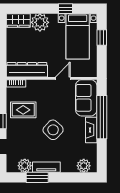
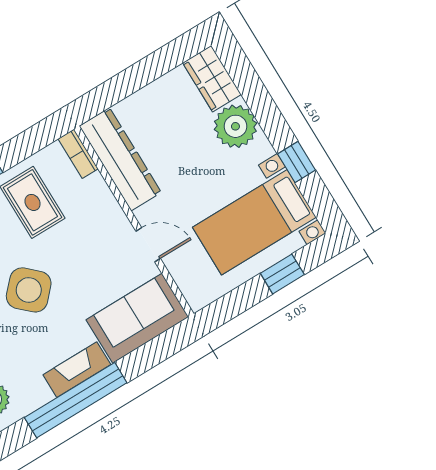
window: (102, 117) -> (76, 400), moved

